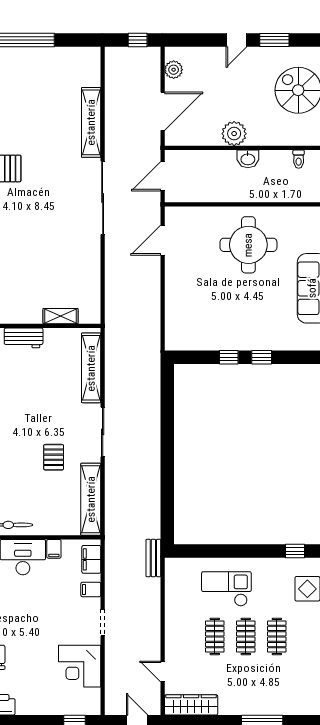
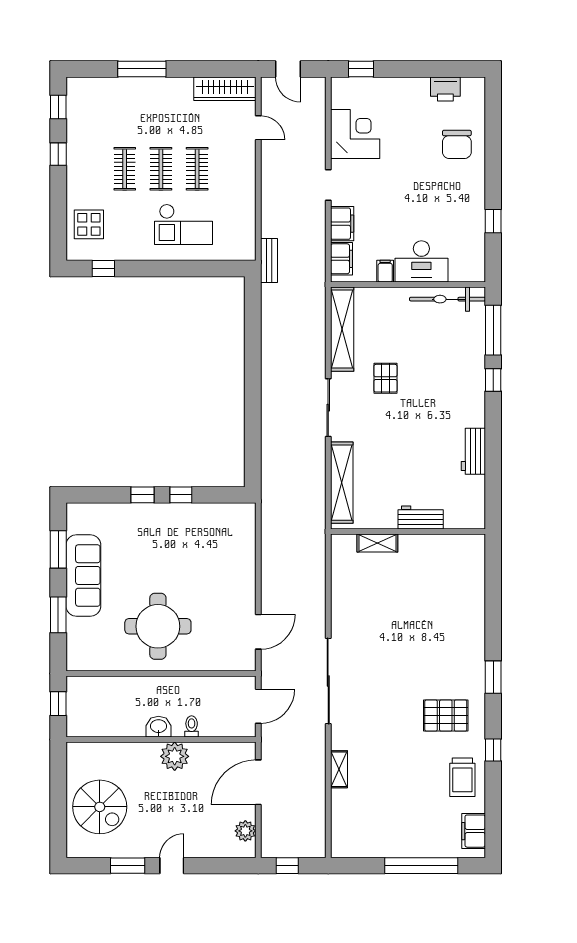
shelving: (91, 122) -> (339, 769), width x0.45, depth x0.75
toilet: (299, 159) -> (192, 726), moved
filing cabinet: (91, 589) -> (342, 224), width x2.00

